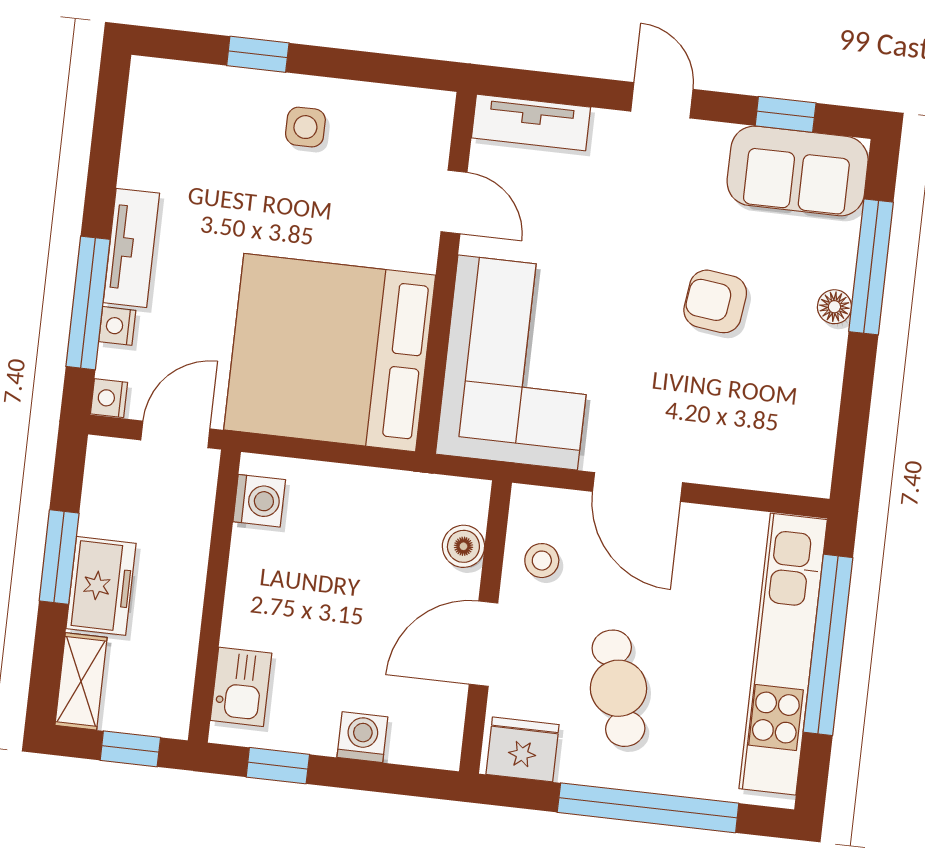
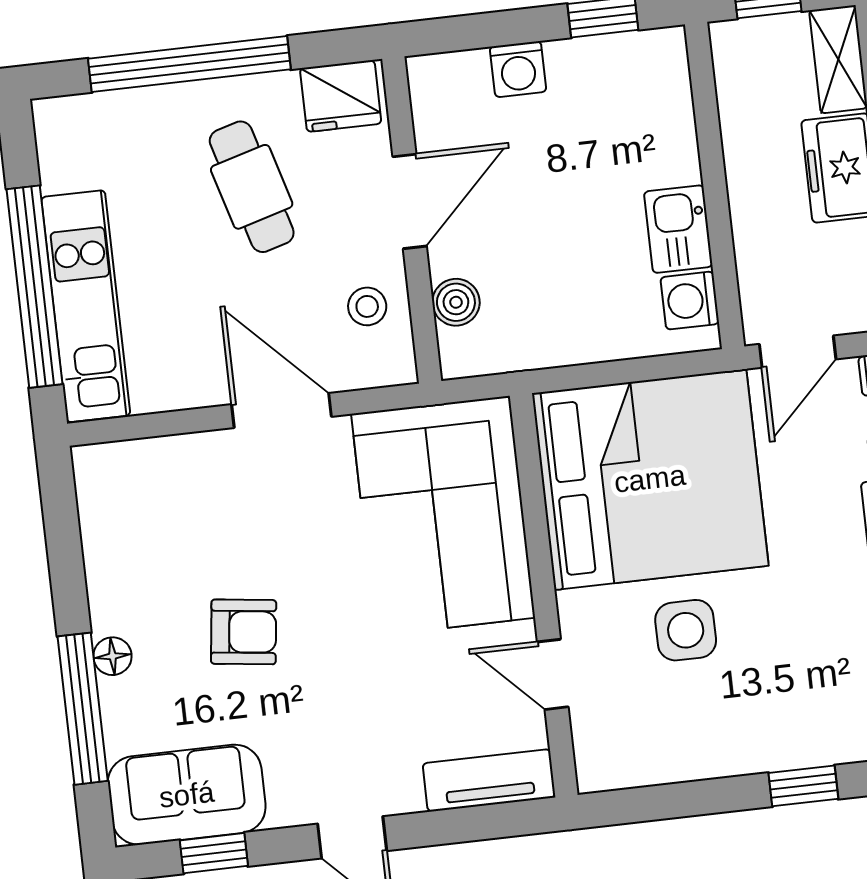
side table: (305, 127) -> (686, 630), moved, width x1.37, depth x1.37
kitchen unit: (783, 654) -> (86, 306), width x0.73
kitchen sink: (241, 687) -> (678, 229), moved

